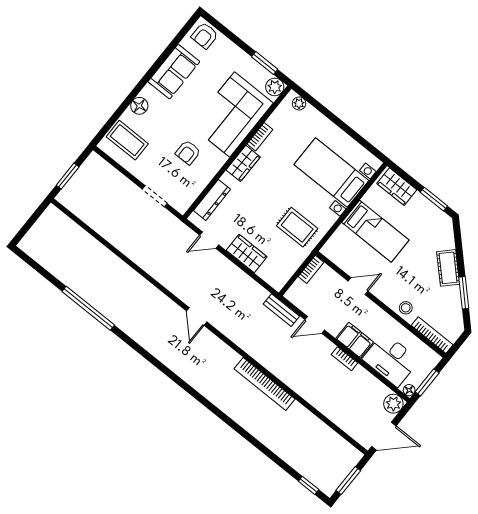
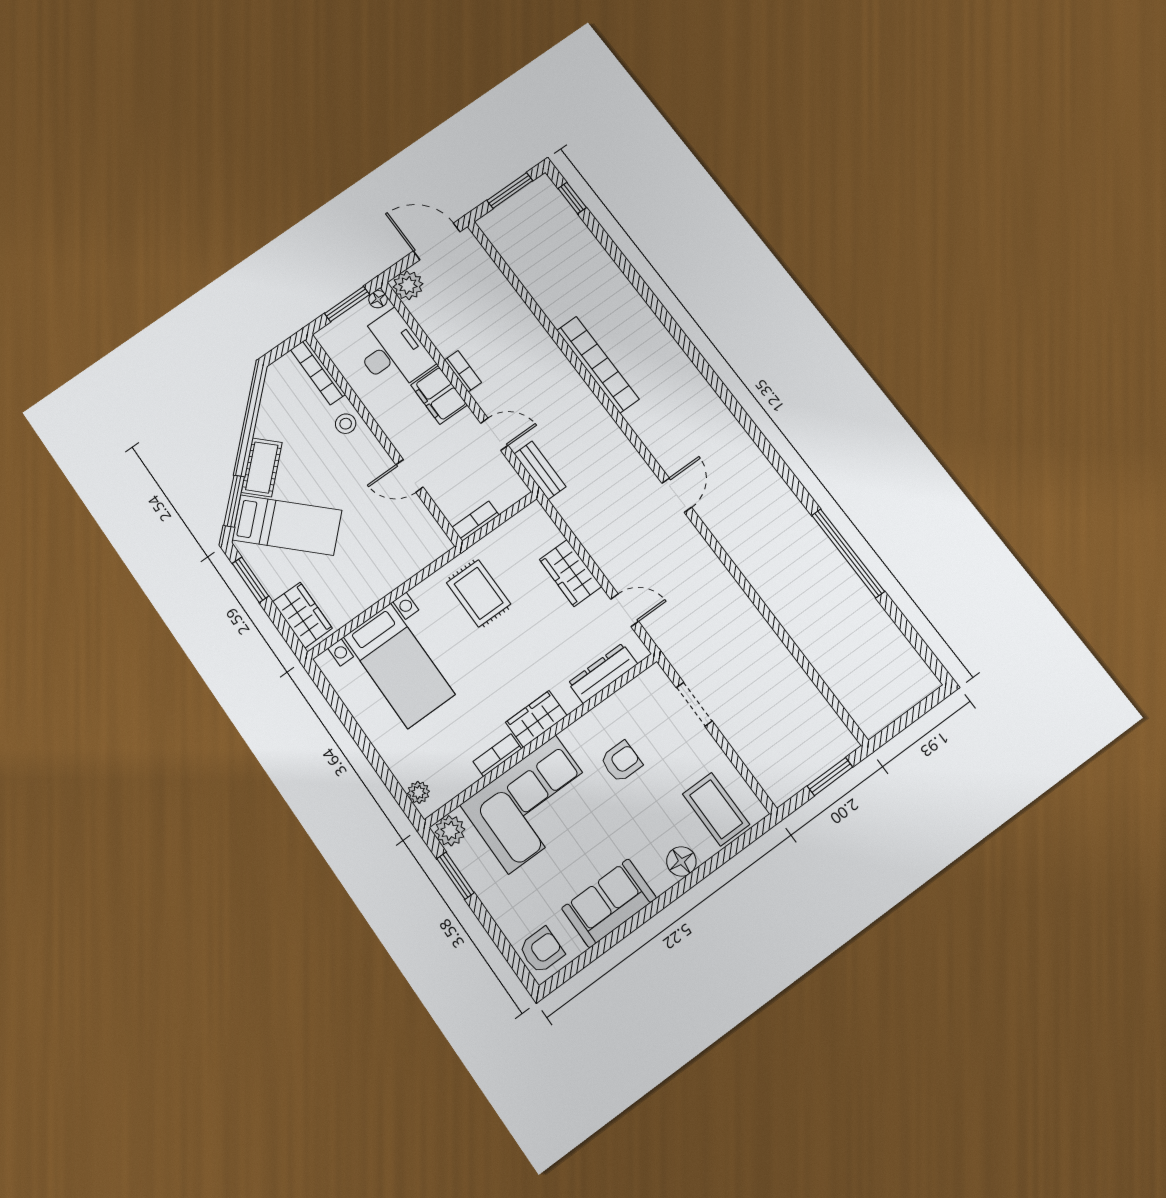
bed: (375, 231) -> (287, 525), moved, turned 135
window: (464, 293) -> (234, 501), moved

